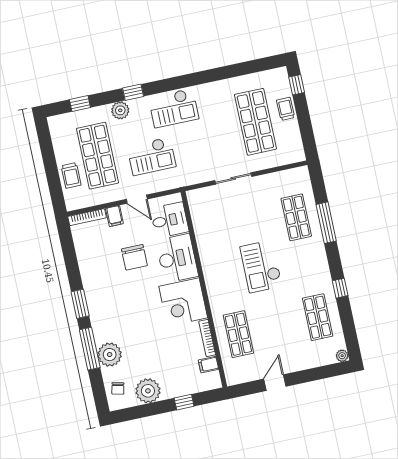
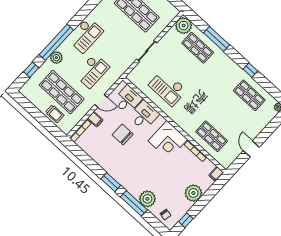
window: (133, 92) -> (56, 42), width x3.17
plant: (298, 179) -> (184, 26), added
chair: (134, 257) -> (123, 134), turned 180
desk: (177, 258) -> (144, 115), width x0.73
checkout: (261, 266) -> (168, 88), moved
filing cabinet: (208, 365) -> (216, 174), moved
plant: (148, 391) -> (193, 193), moved
window: (184, 402) -> (186, 220), moved

